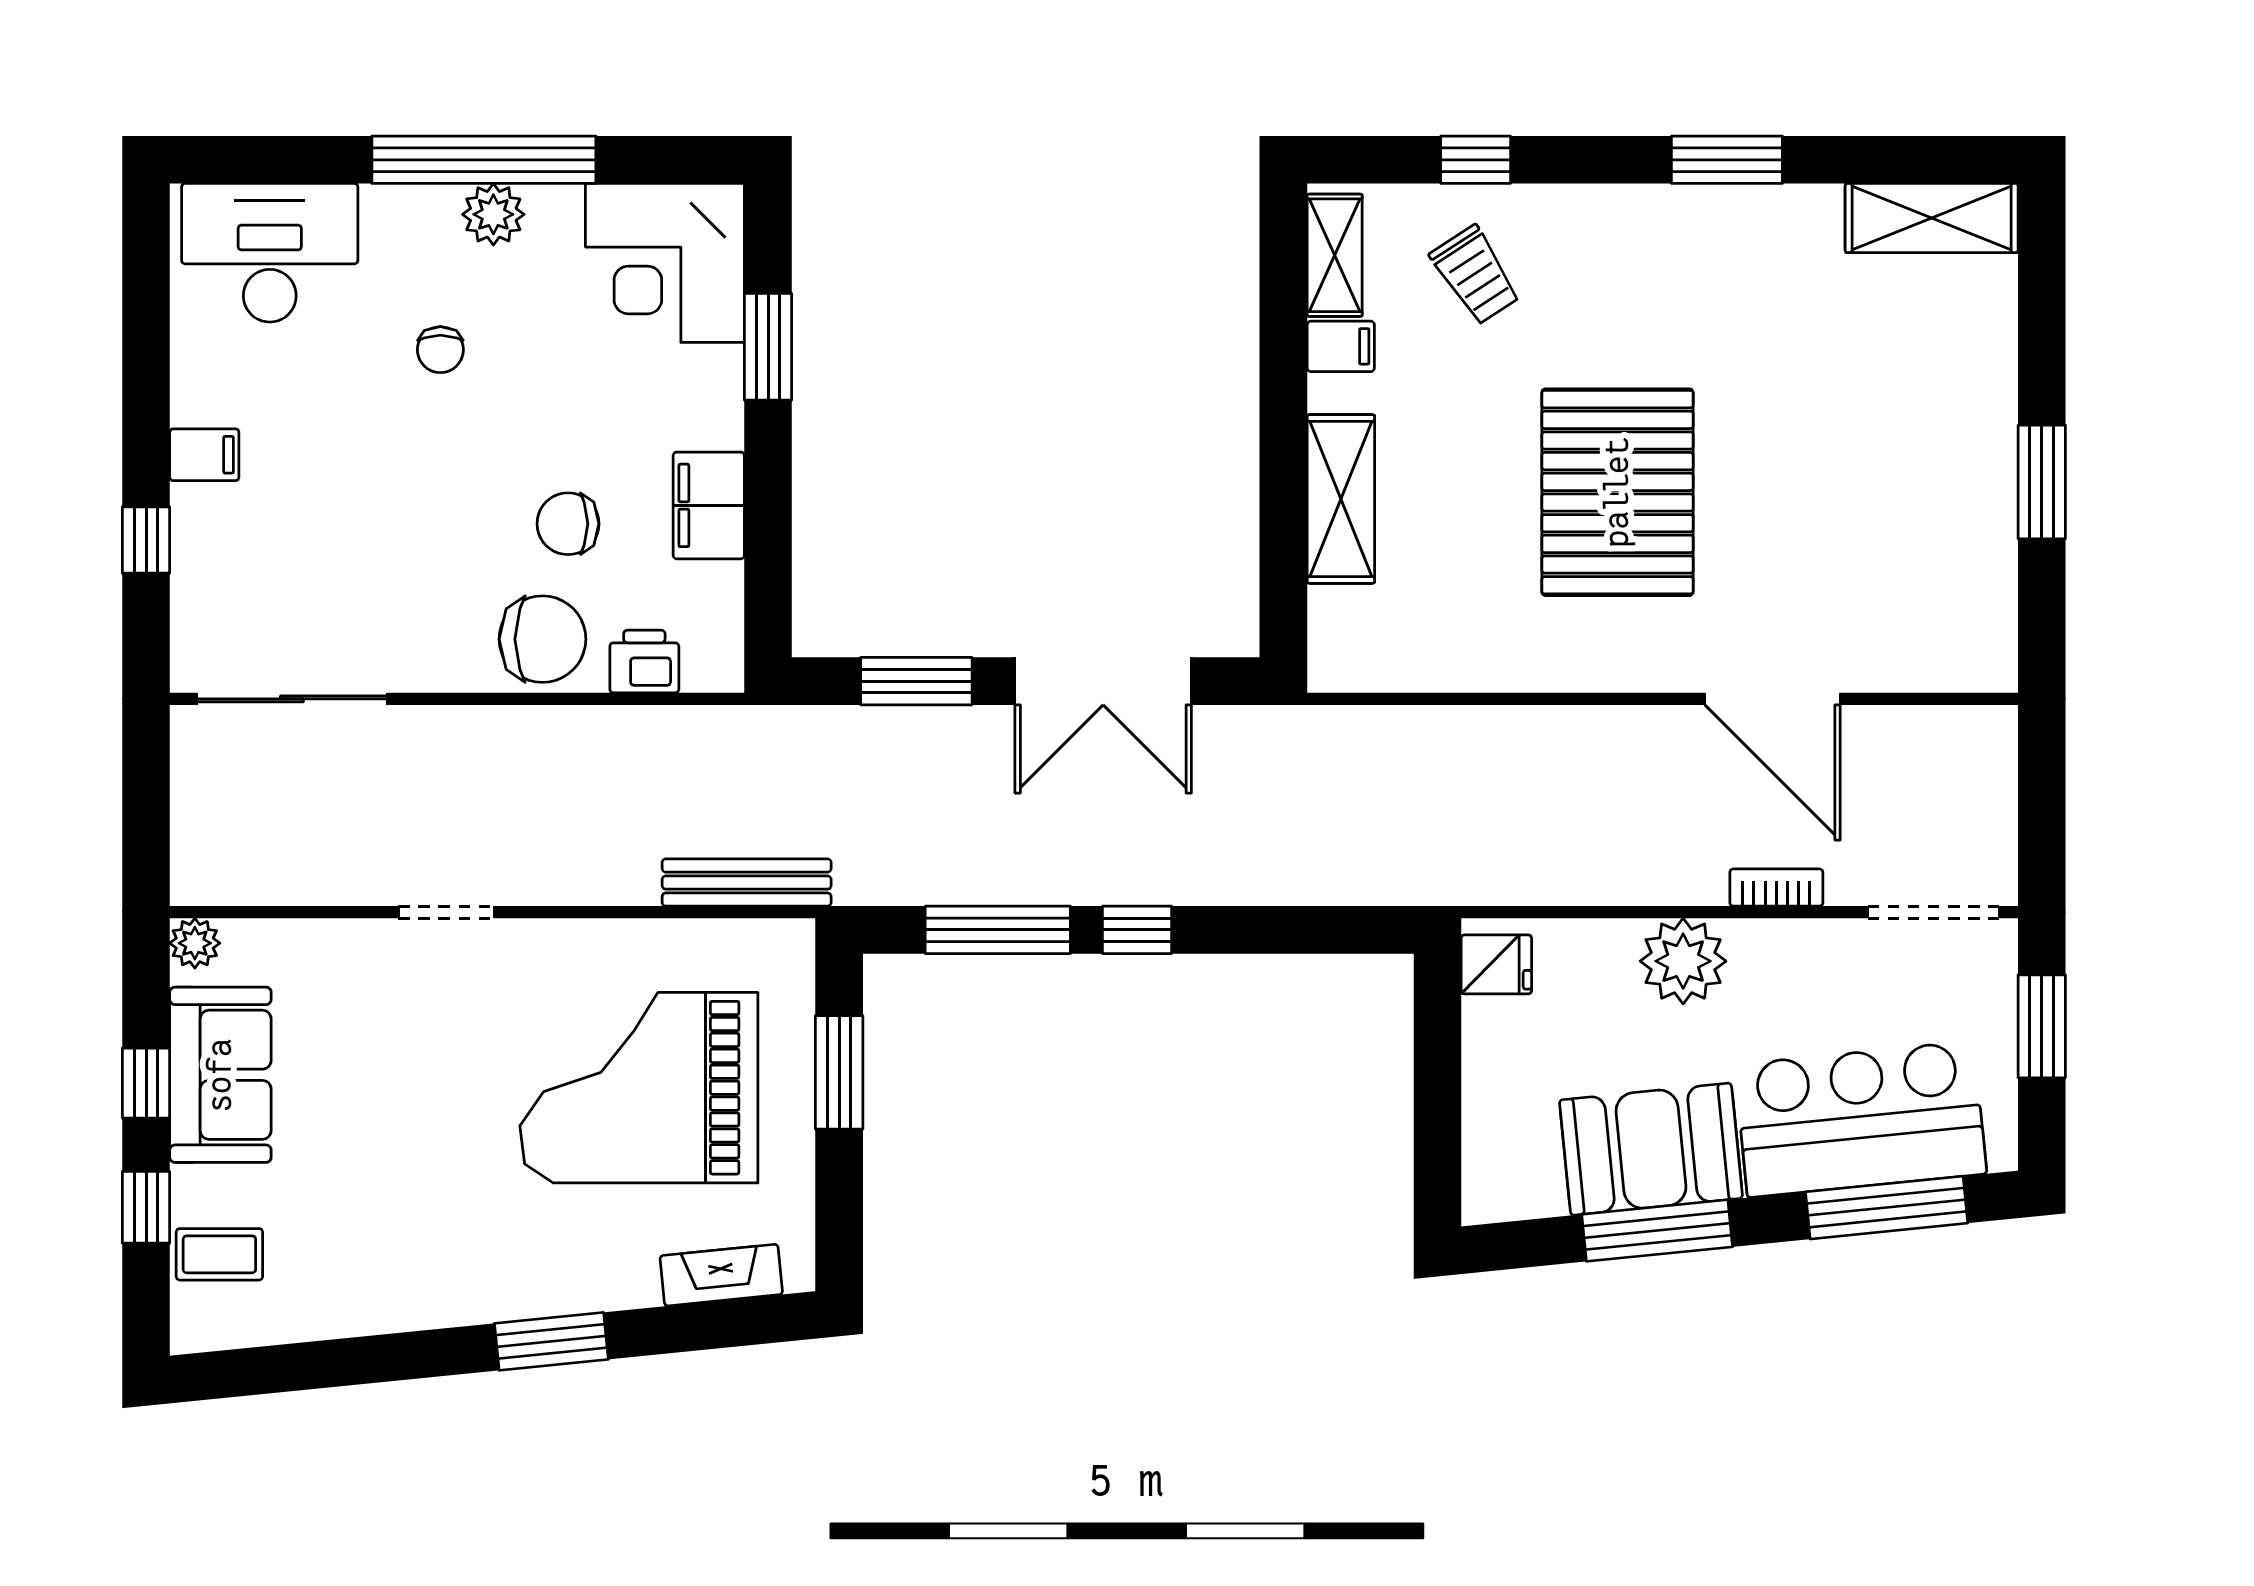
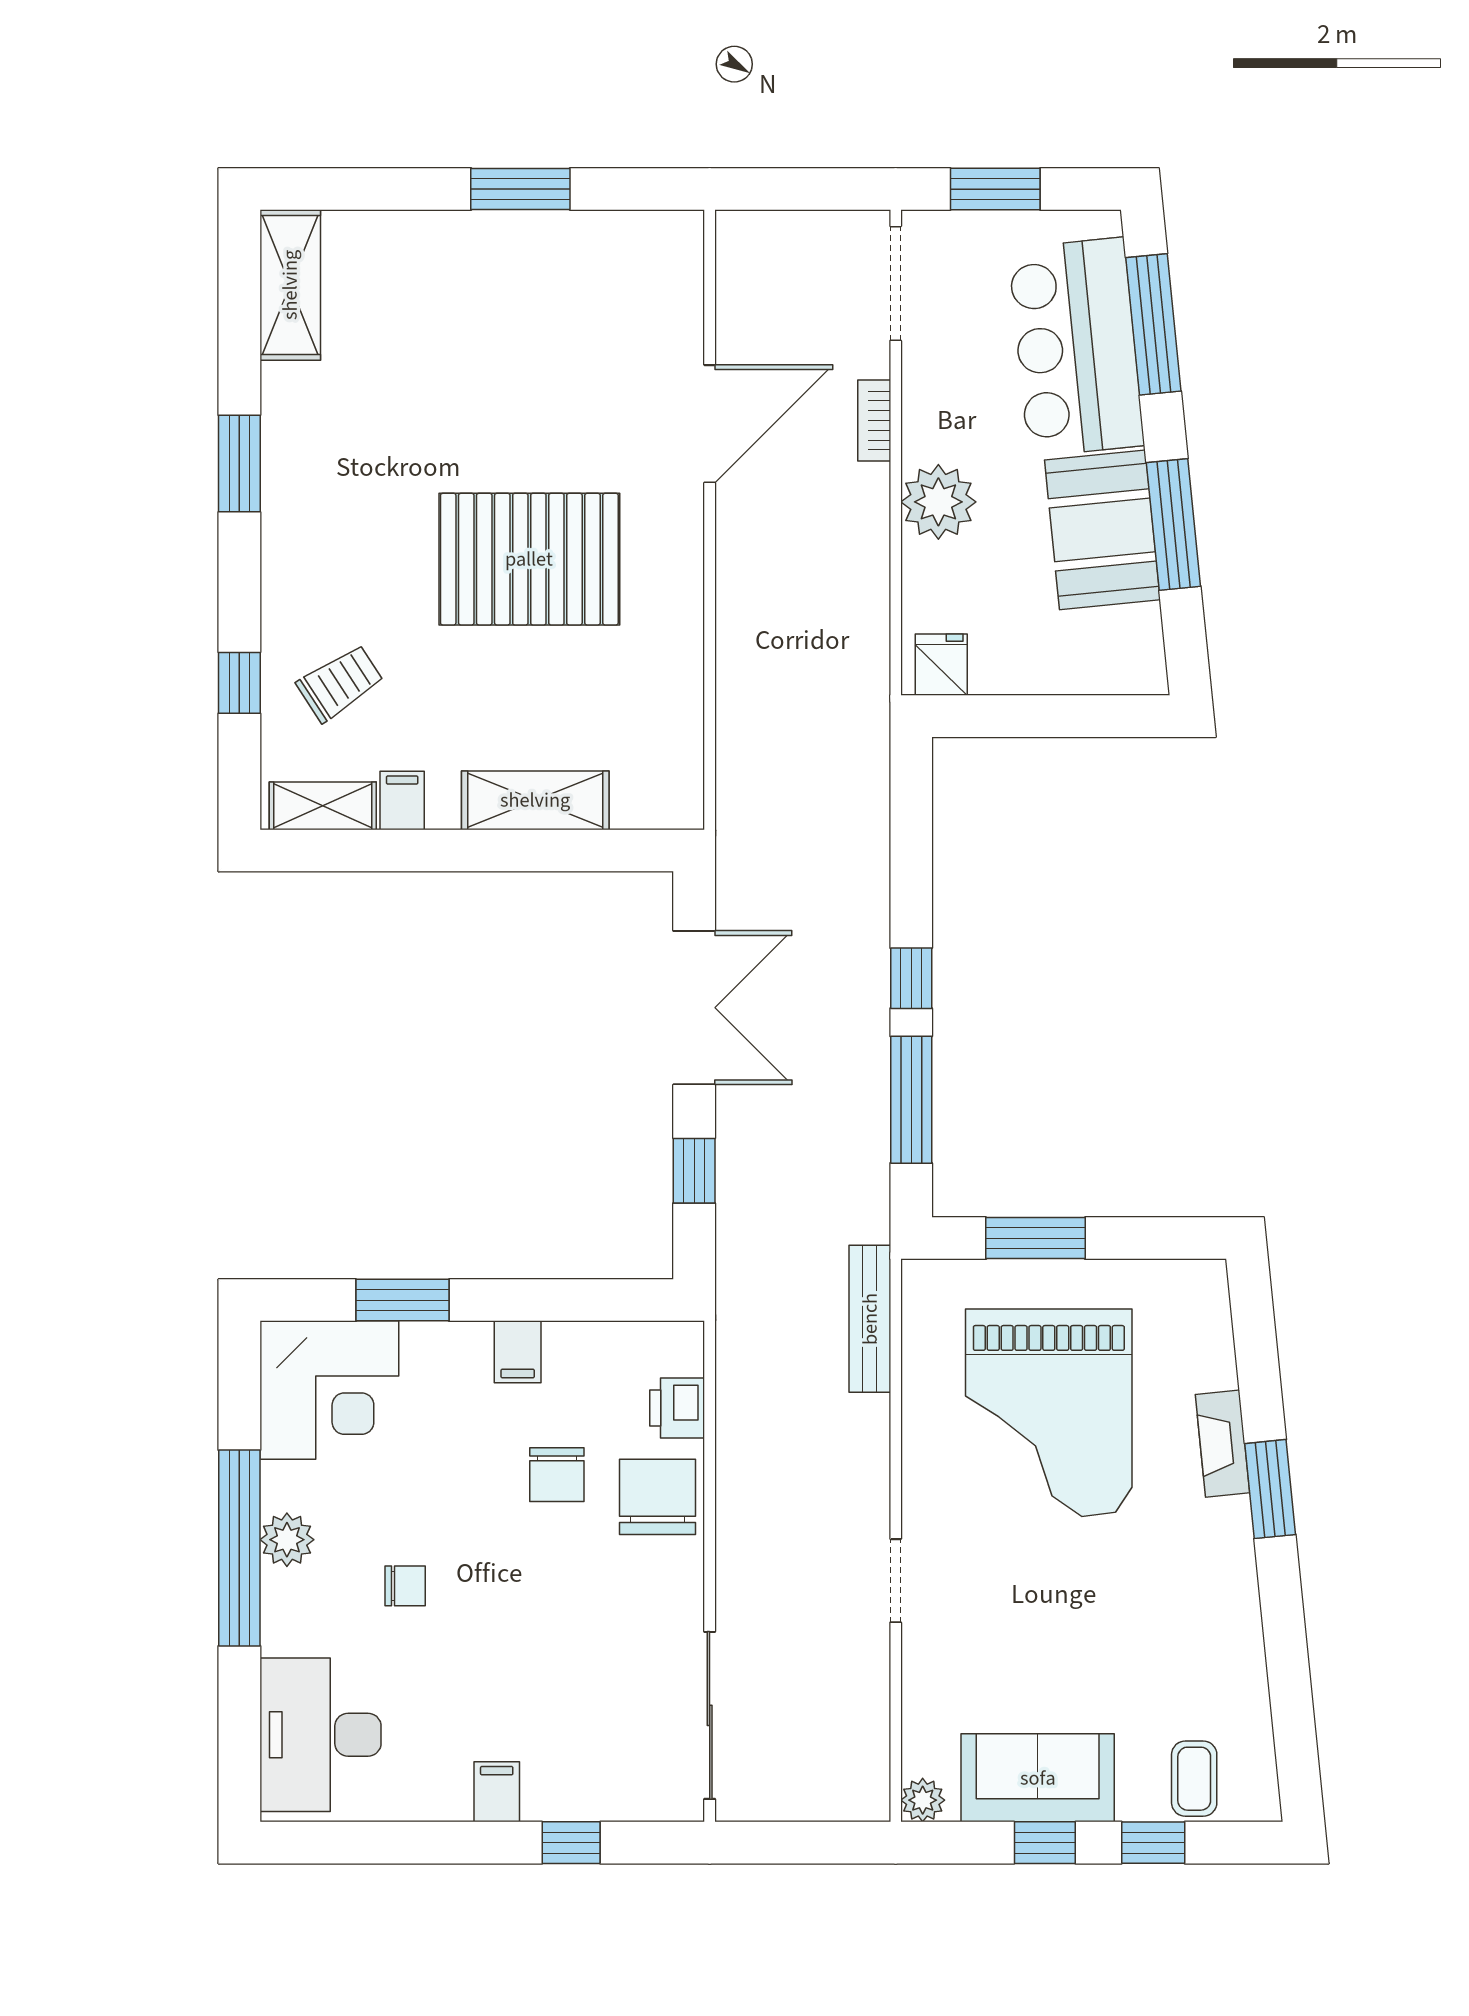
filing cabinet: (709, 505) -> (518, 1352), width x0.50
window: (916, 681) -> (694, 1171), width x0.67
fireplace: (721, 1275) -> (1223, 1444), moved

